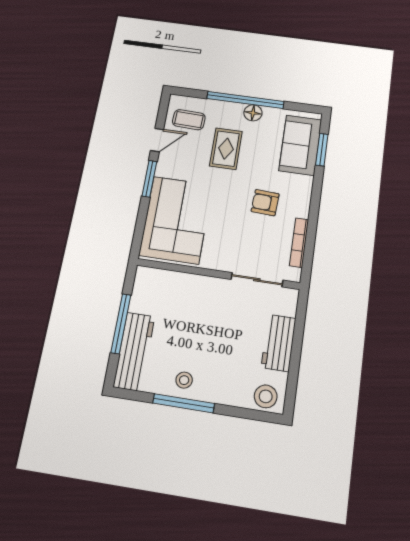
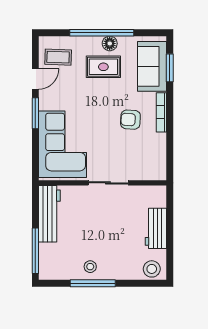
rug: (226, 149) -> (103, 67), moved, turned 90
bookcase: (299, 243) -> (161, 112), moved
sliding door: (257, 280) -> (108, 183), moved
window: (121, 324) -> (35, 251), moved
workbench: (134, 351) -> (49, 214), moved

